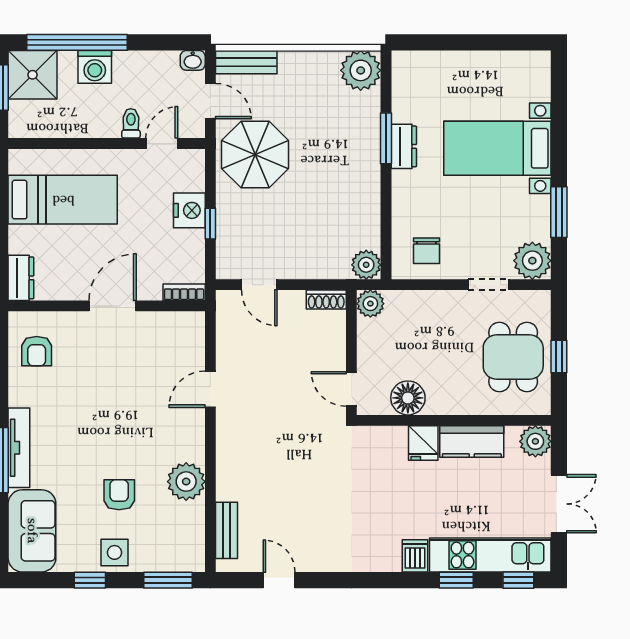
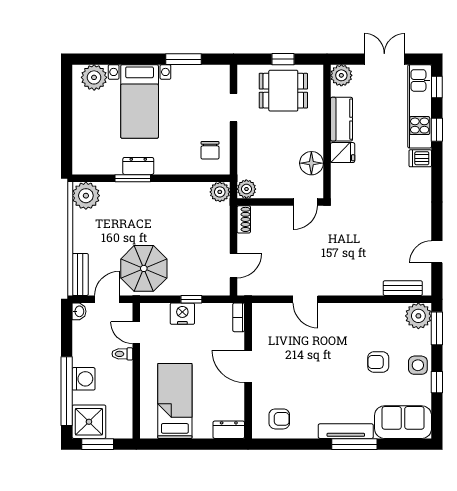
chair: (427, 251) -> (210, 150), turned 90
plant: (532, 261) -> (94, 77), moved
plant: (186, 482) -> (418, 316), moved

